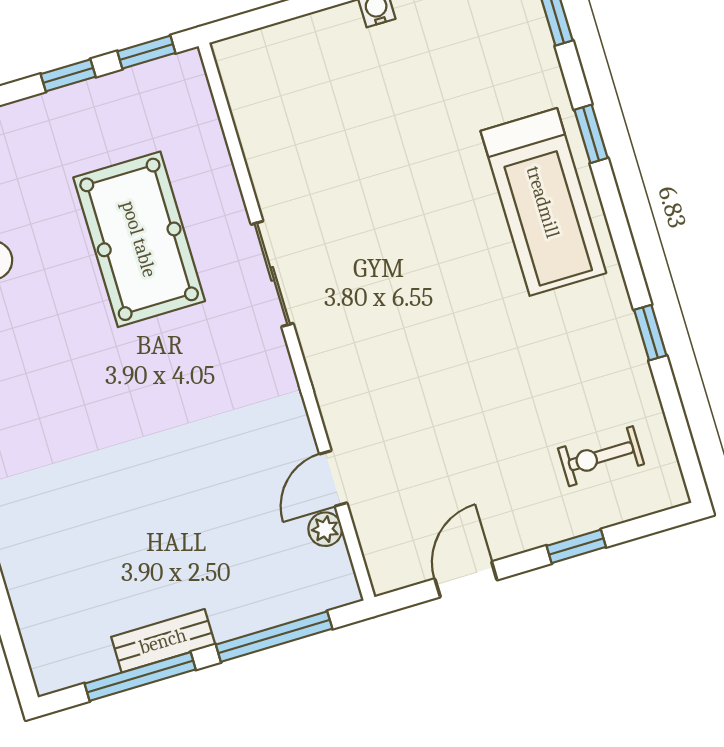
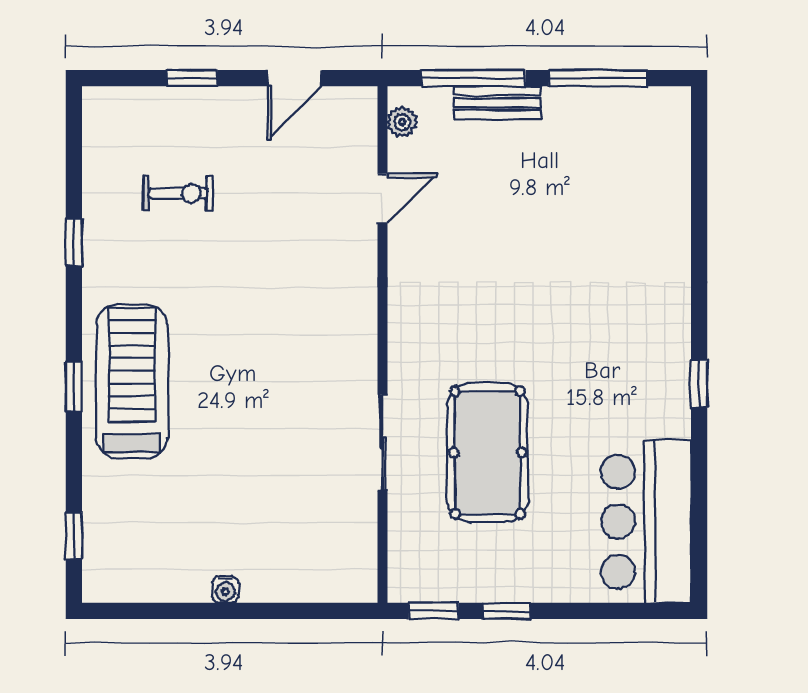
window: (591, 134) -> (74, 386), moved
sliding door: (272, 274) -> (382, 443), moved
exercise bike: (601, 456) -> (178, 193), moved
plant: (325, 529) -> (402, 122), moved
bench: (163, 641) -> (498, 103), moved

